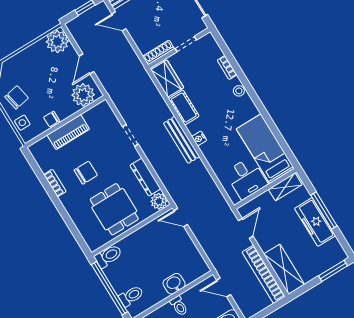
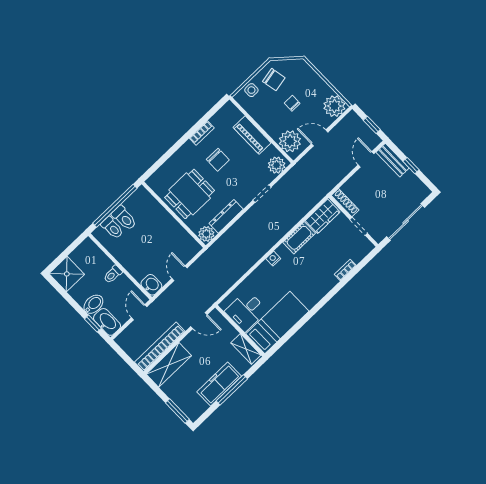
stool: (239, 91) -> (326, 286), removed
plant: (105, 114) -> (277, 165), added
chair: (52, 119) -> (292, 103), moved
bench: (181, 140) -> (268, 242), removed
door: (181, 217) -> (180, 273), moved
toilet: (108, 256) -> (124, 218), moved
washbasin: (174, 284) -> (151, 285), moved

